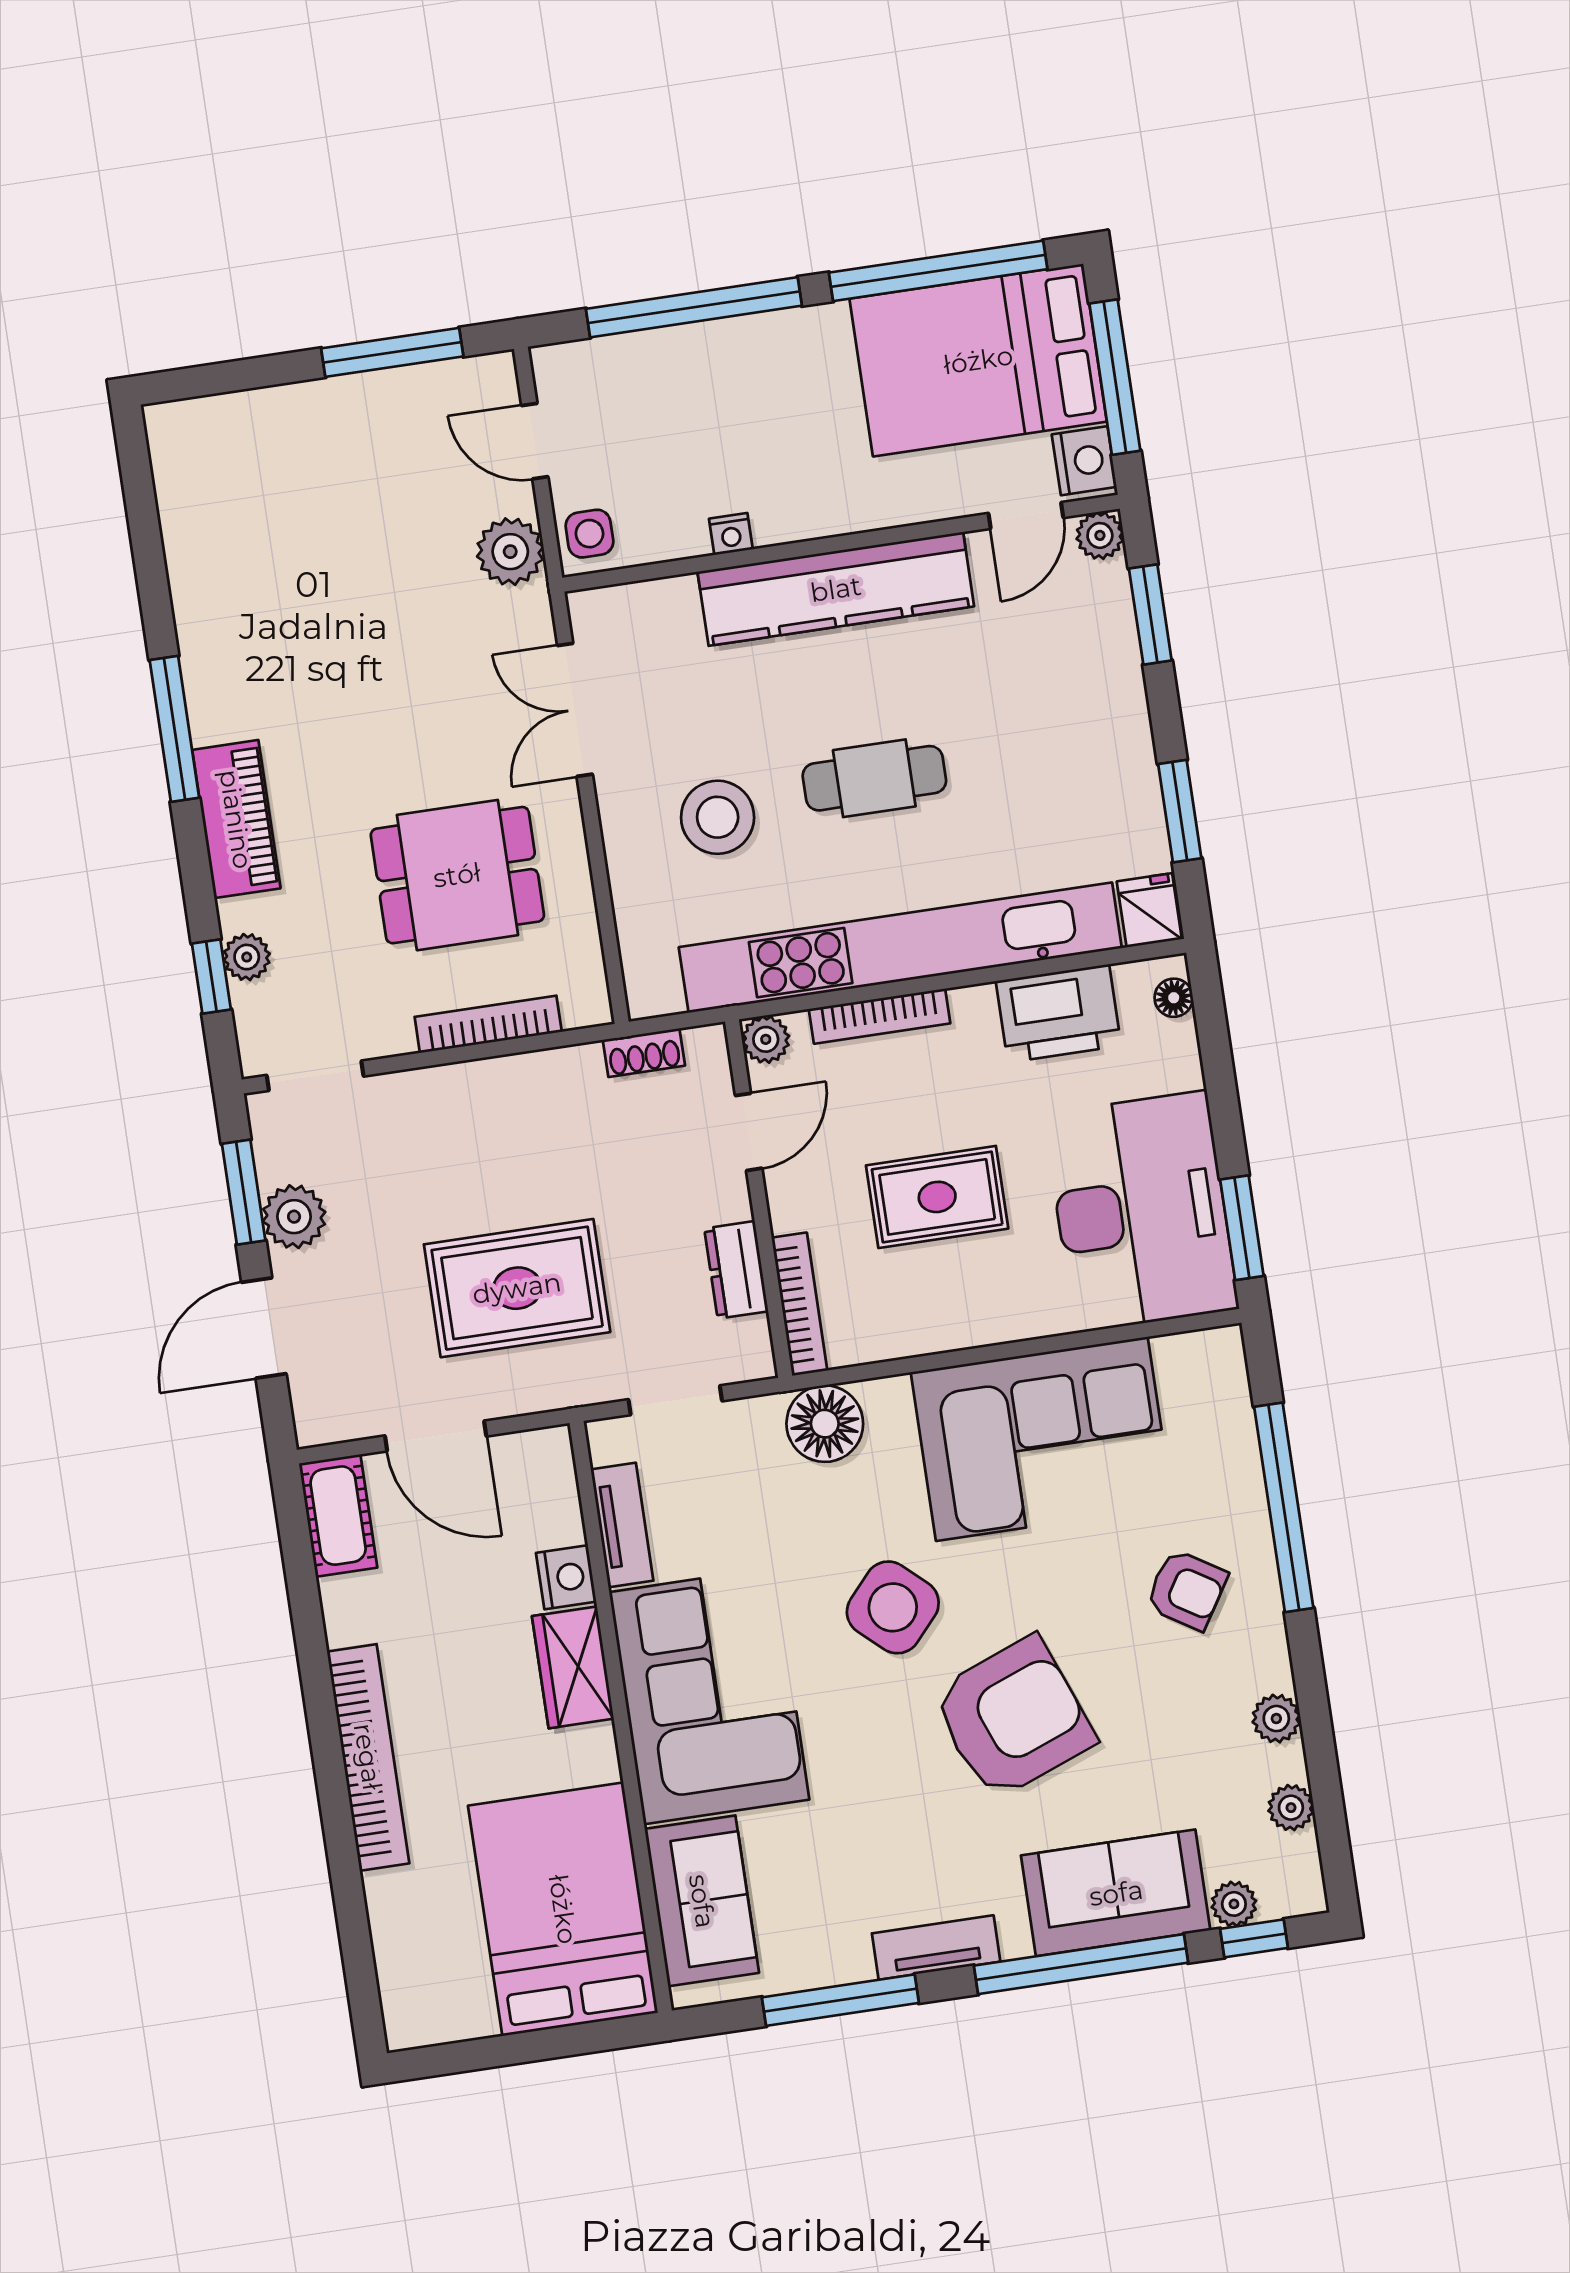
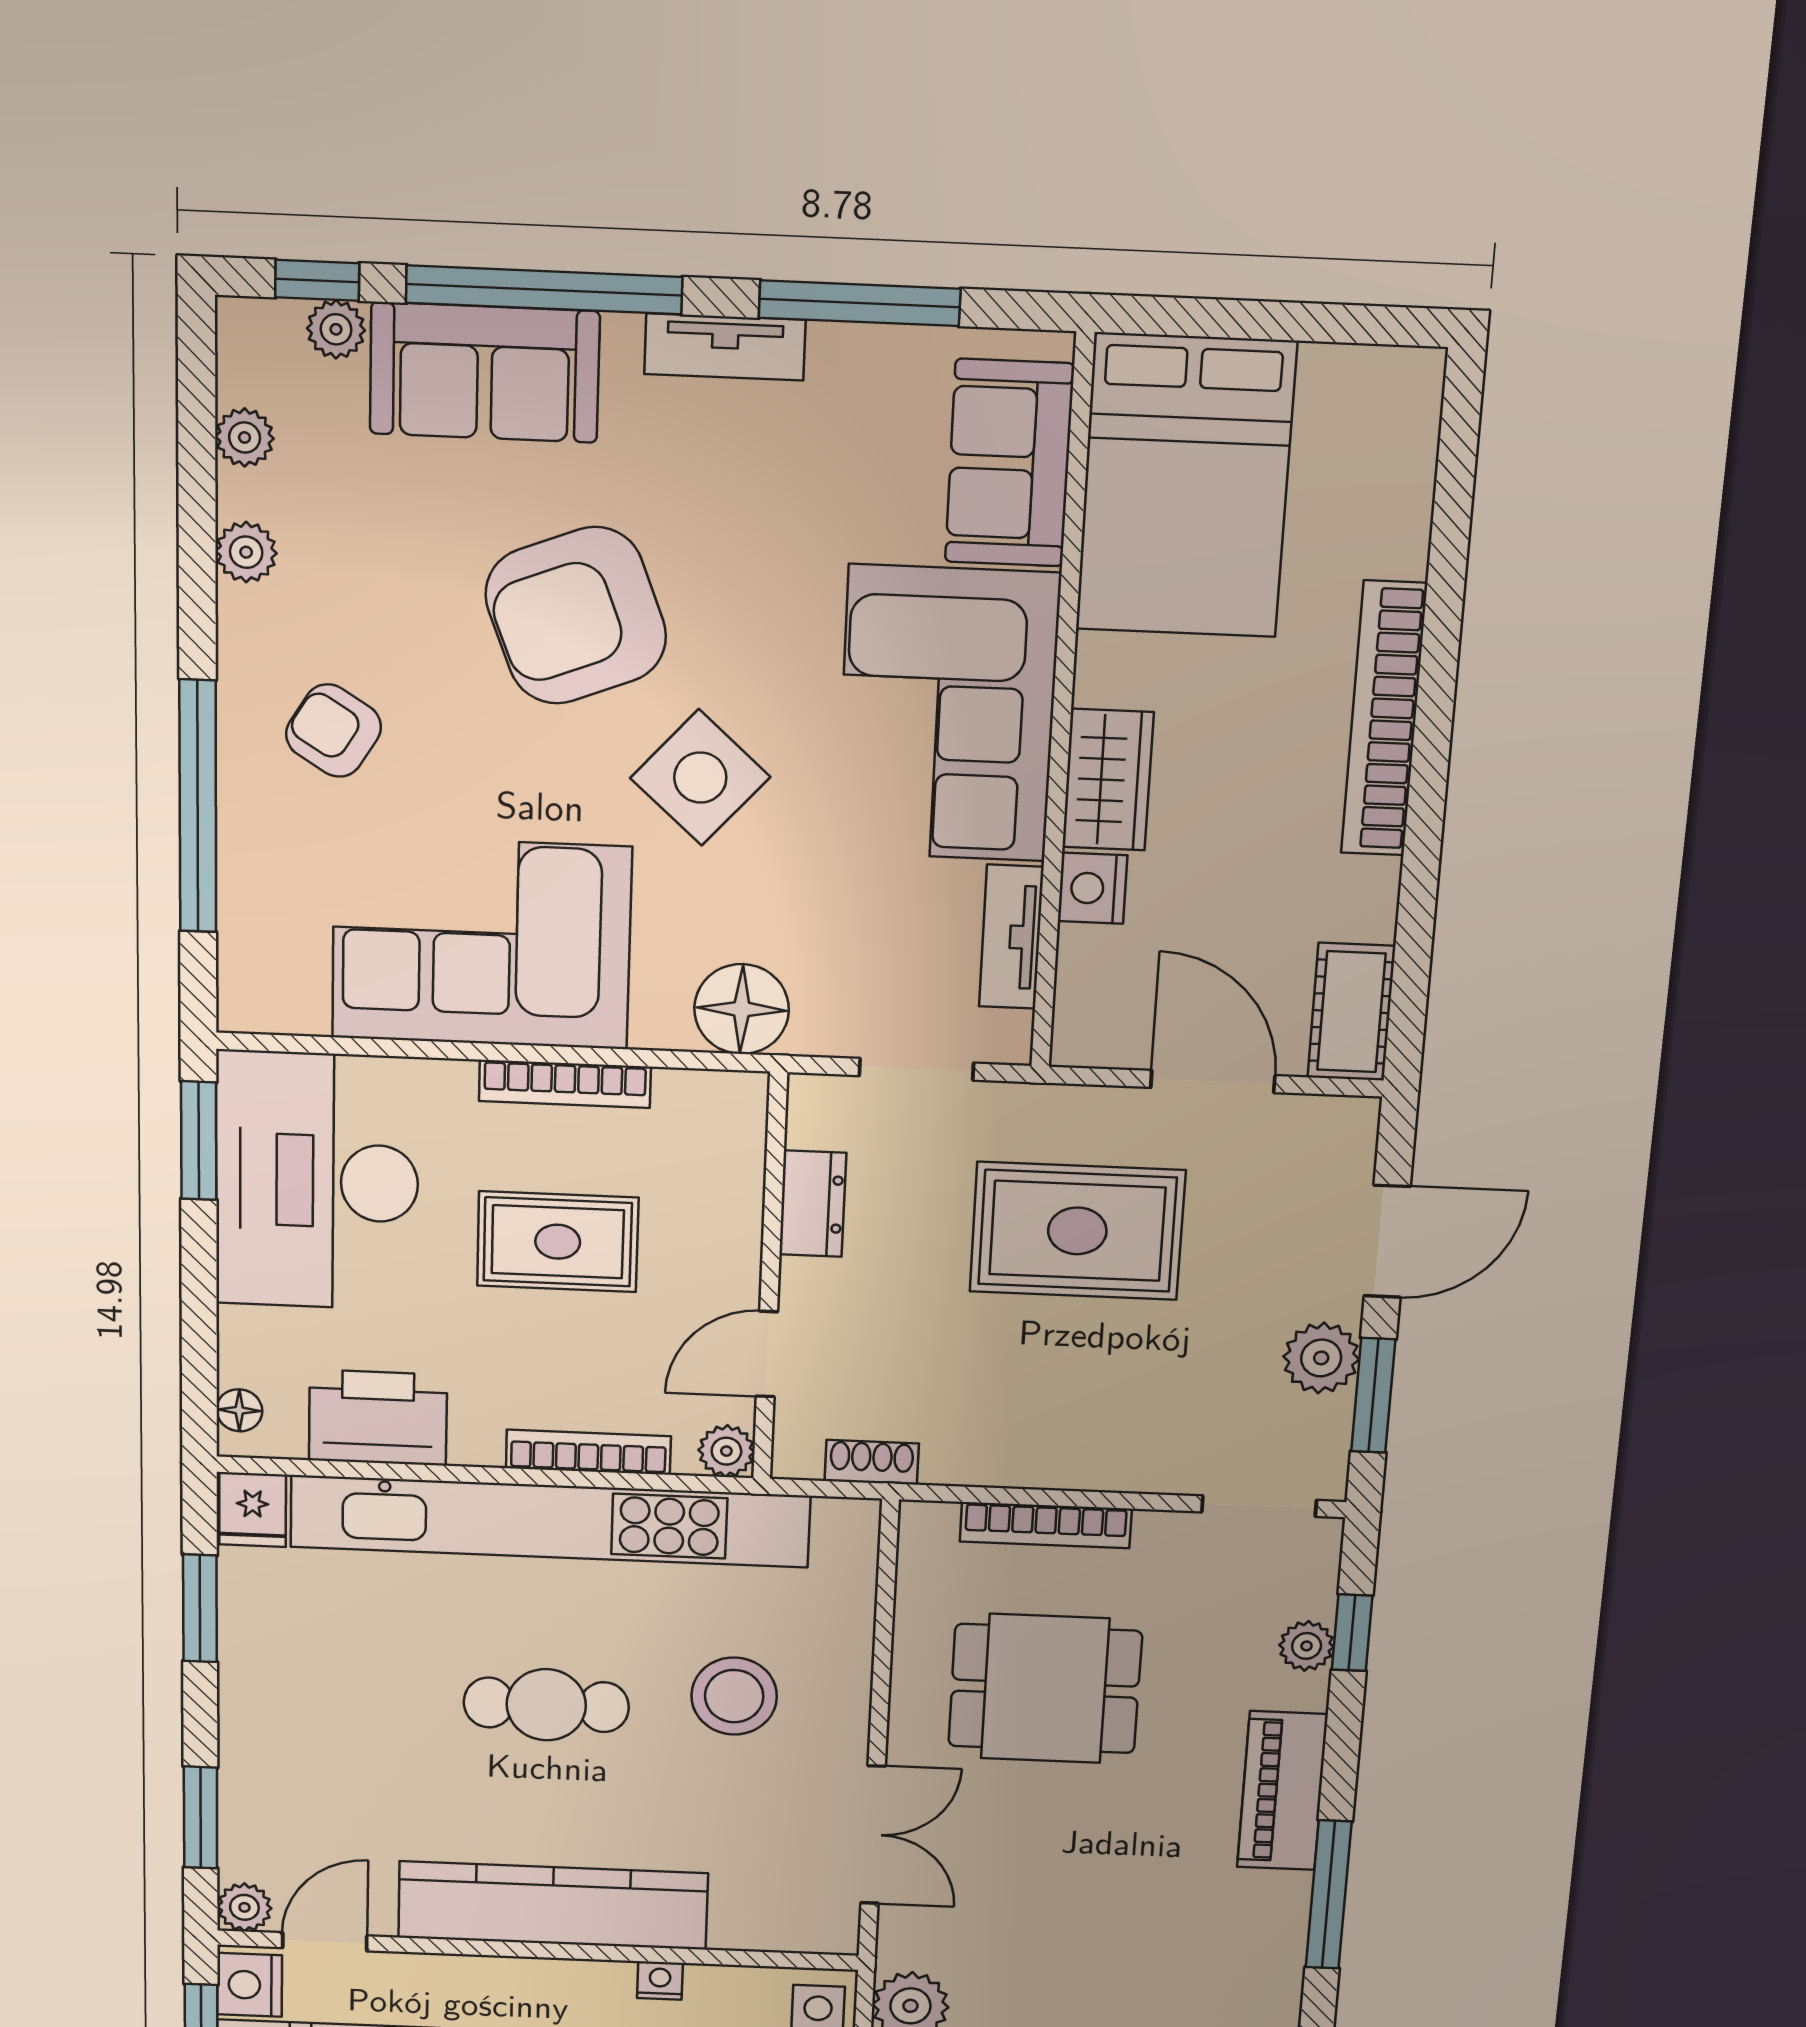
bookcase: (799, 1304) -> (565, 1084), moved, turned -90

